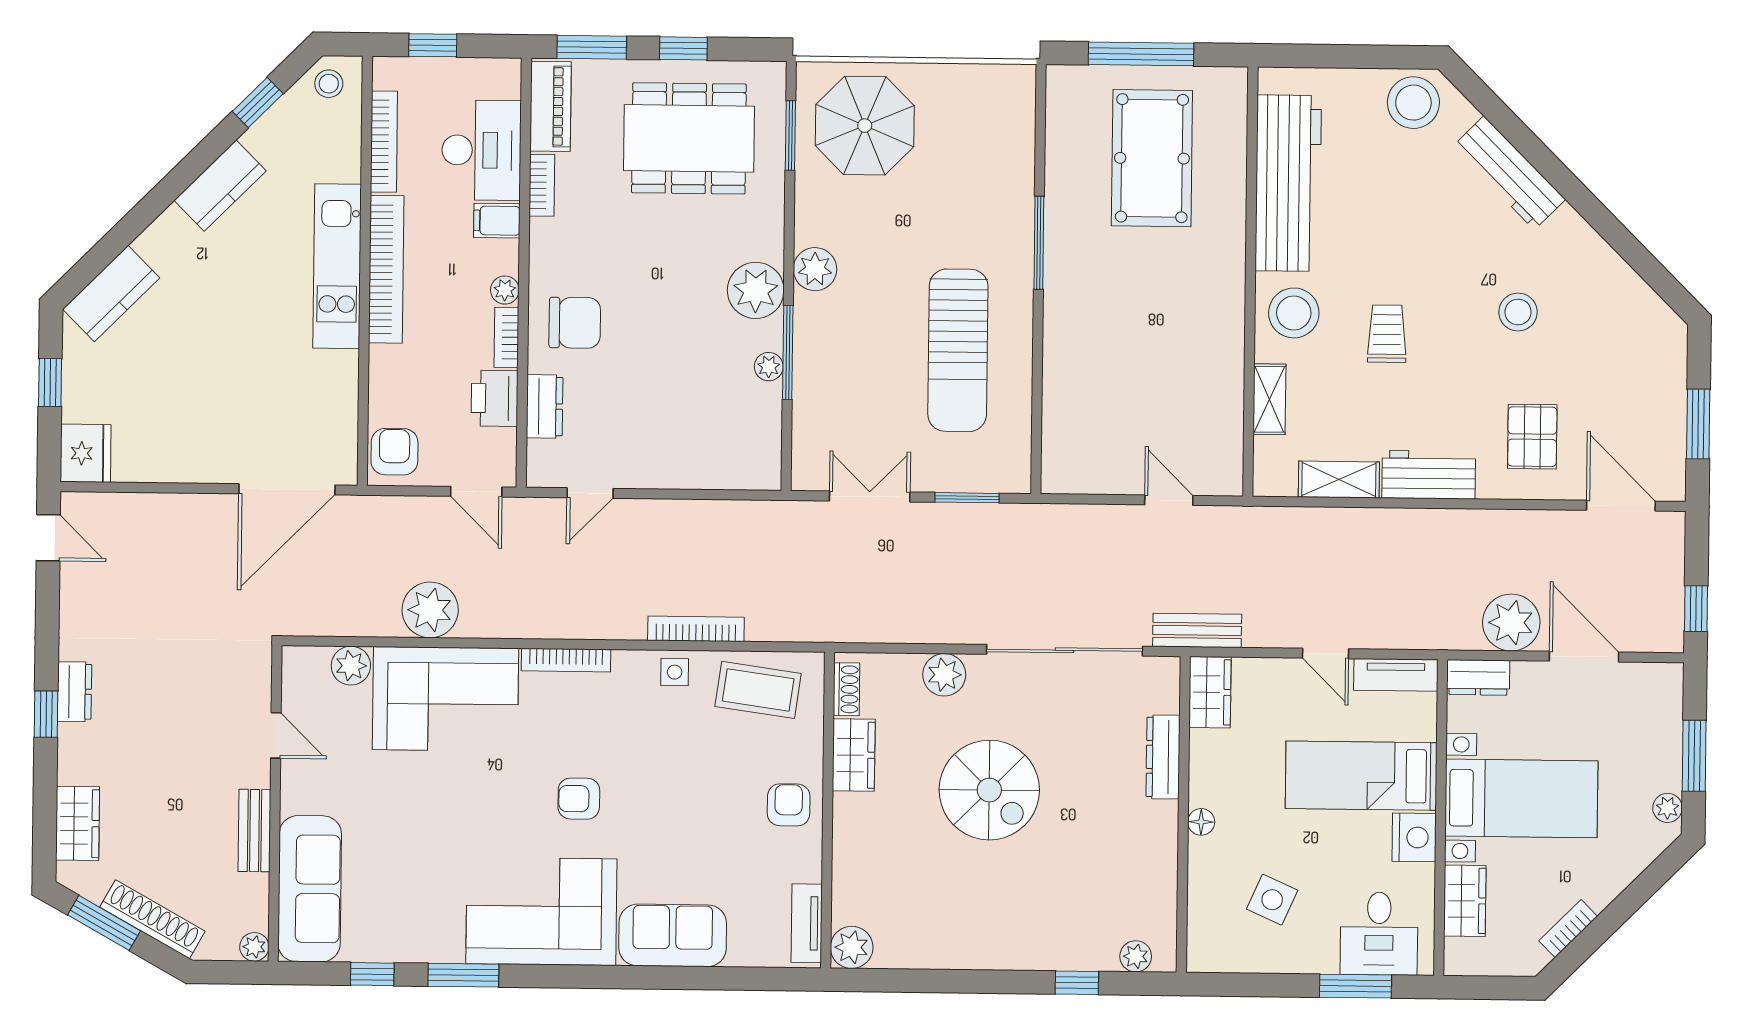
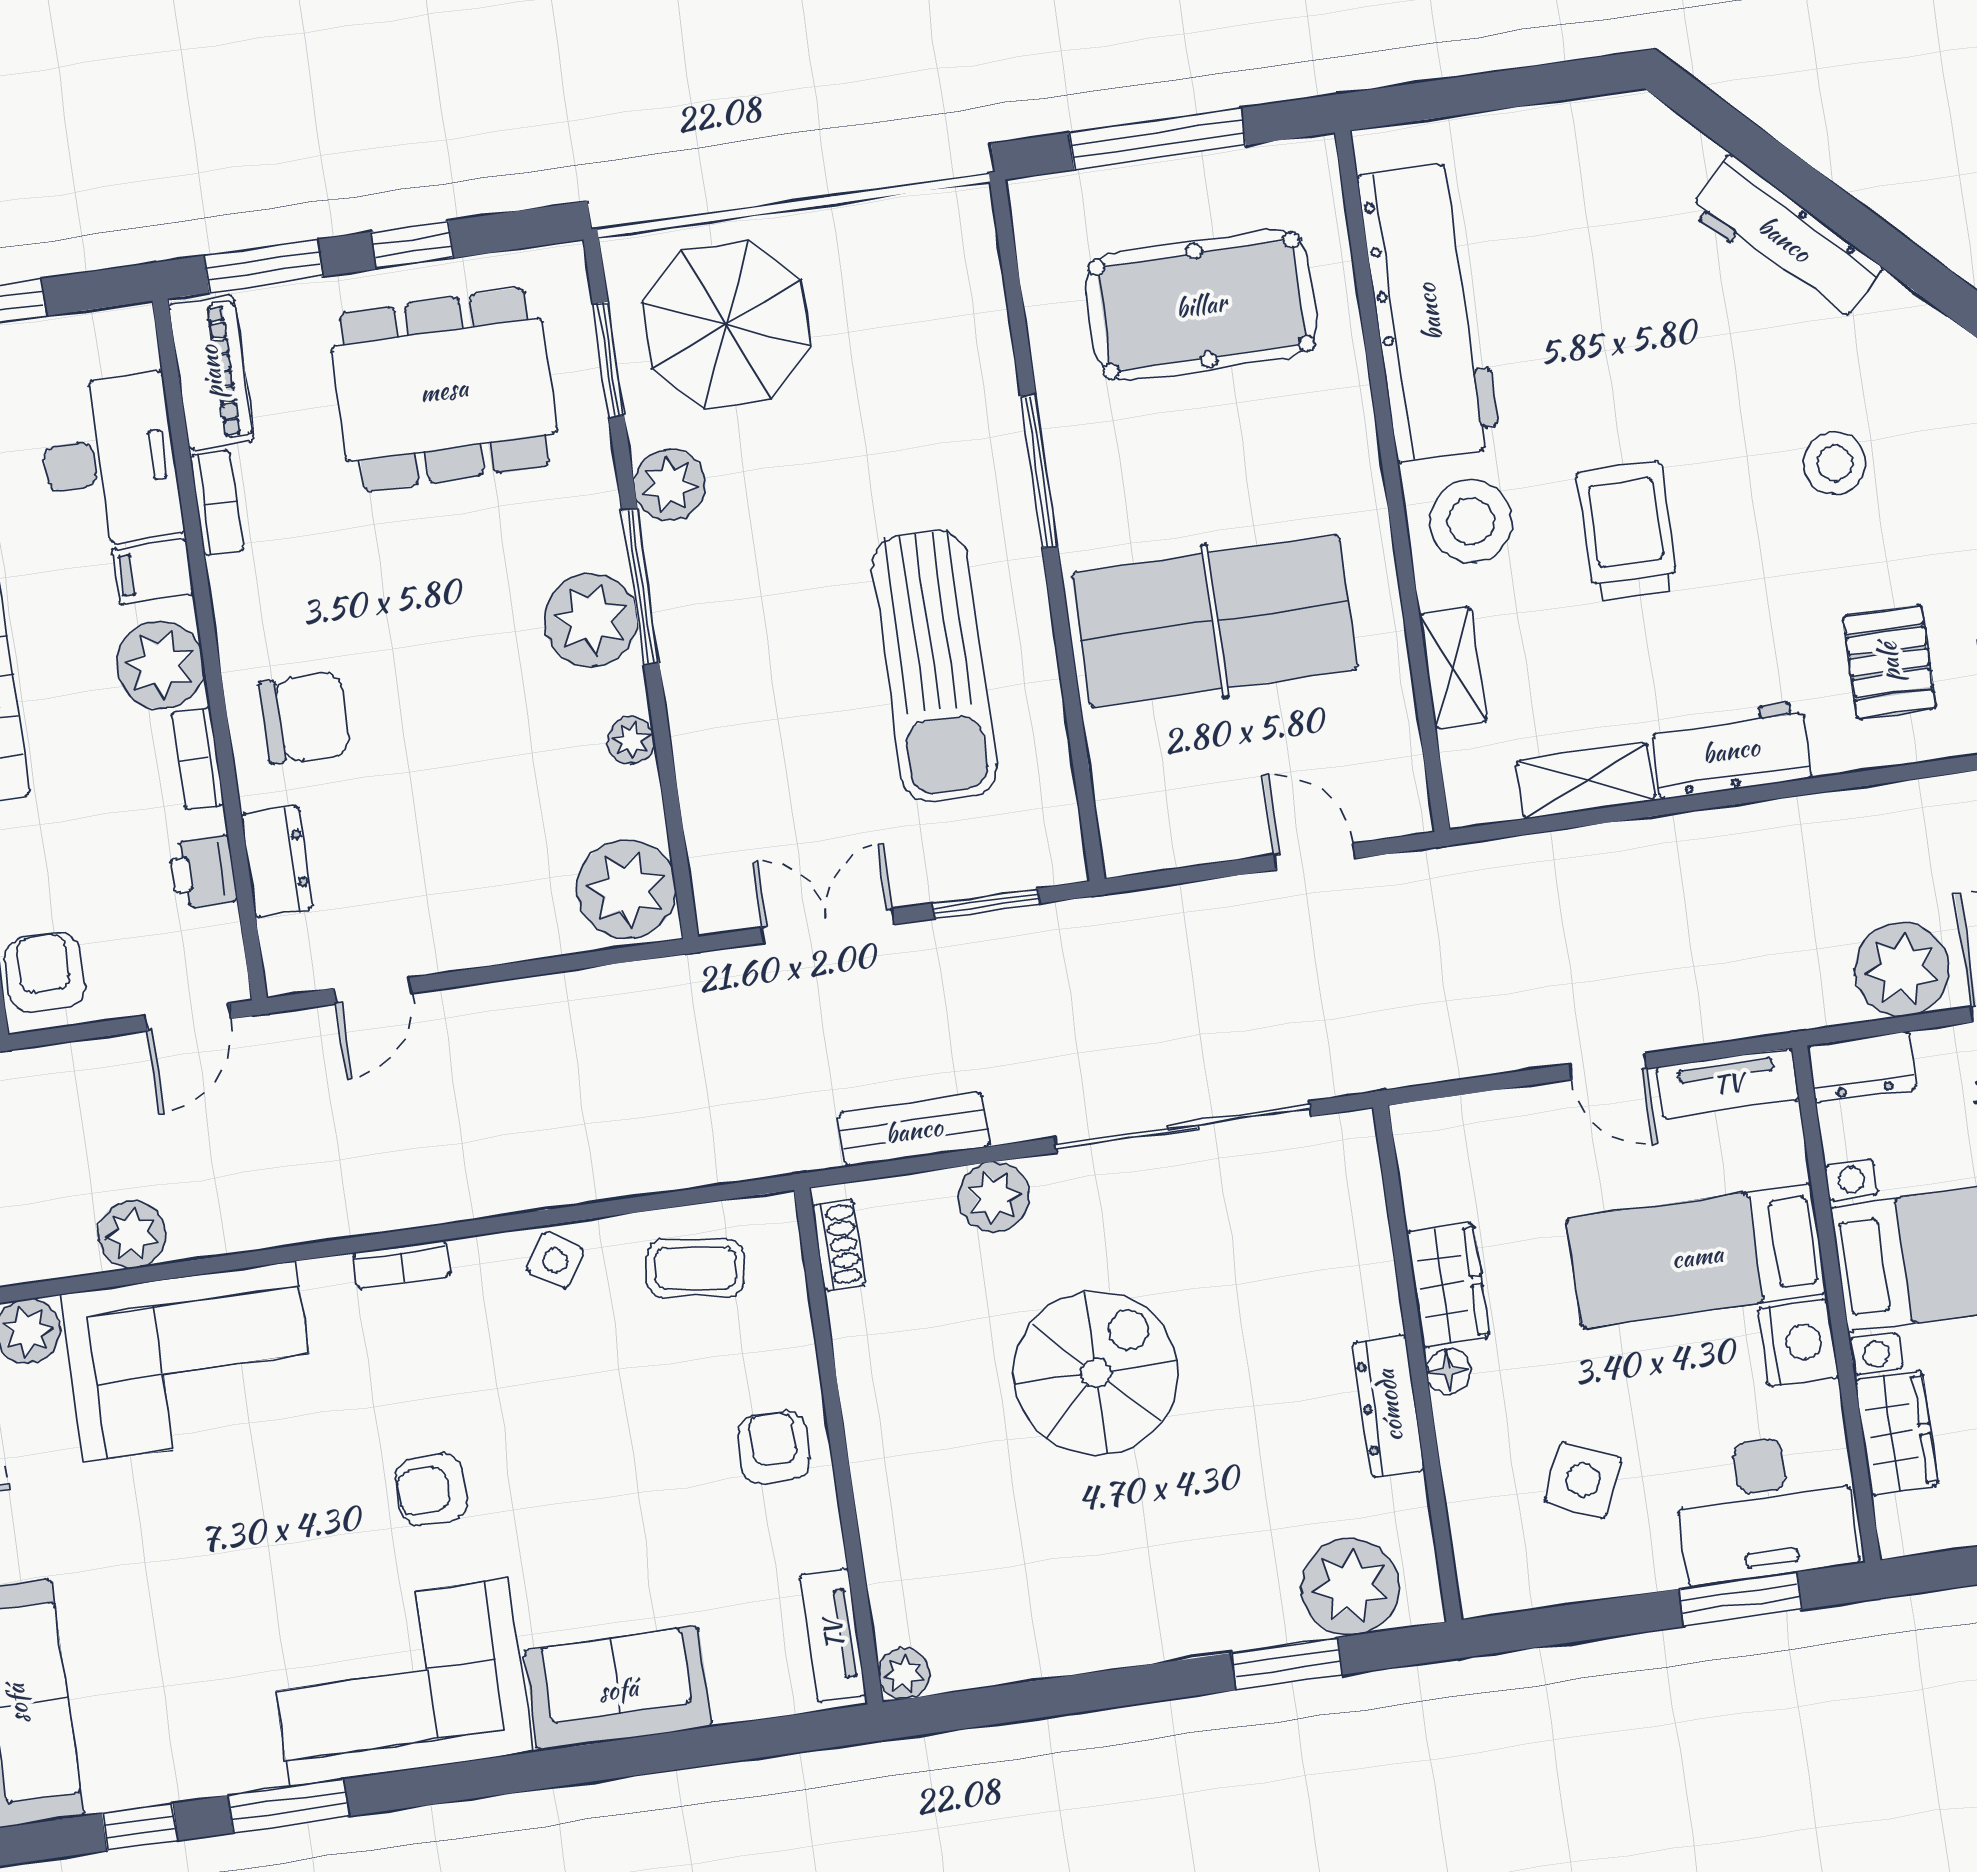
stool: (1413, 103) -> (1612, 149), removed
pool table: (1152, 158) -> (1201, 305), turned 90
plant: (815, 269) -> (670, 485), moved
plant: (505, 290) -> (160, 665), width x1.88, depth x1.88
trolley: (1387, 334) -> (1627, 531), width x1.36, depth x1.39
table tennis table: (1131, 349) -> (1215, 621), added
window: (788, 353) -> (641, 587), moved
printer: (495, 398) -> (203, 872), width x0.73, depth x0.81
plant: (752, 456) -> (626, 889), added
door: (476, 492) -> (188, 1017), hinge flipped
plant: (430, 610) -> (132, 1235), width x0.73, depth x0.73
bookcase: (696, 629) -> (579, 1185), removed
bench: (1197, 630) -> (914, 1130), moved
bookcase: (566, 660) -> (402, 1264), width x0.64
side table: (675, 672) -> (555, 1260), turned 32
coffee table: (758, 690) -> (695, 1268), width x0.73, depth x0.77
wardrobe: (1210, 692) -> (1448, 1285), moved
wardrobe: (854, 755) -> (867, 1350), removed
dresser: (1163, 757) -> (1389, 1406), moved
spiral stairs: (989, 790) -> (1096, 1373), turned -90
desk: (1379, 934) -> (1765, 1508), width x1.37
plant: (852, 947) -> (904, 1674), width x0.73, depth x0.73
plant: (1136, 956) -> (1350, 1587), width x1.87, depth x1.87
window: (1077, 983) -> (1287, 1664), width x1.50

